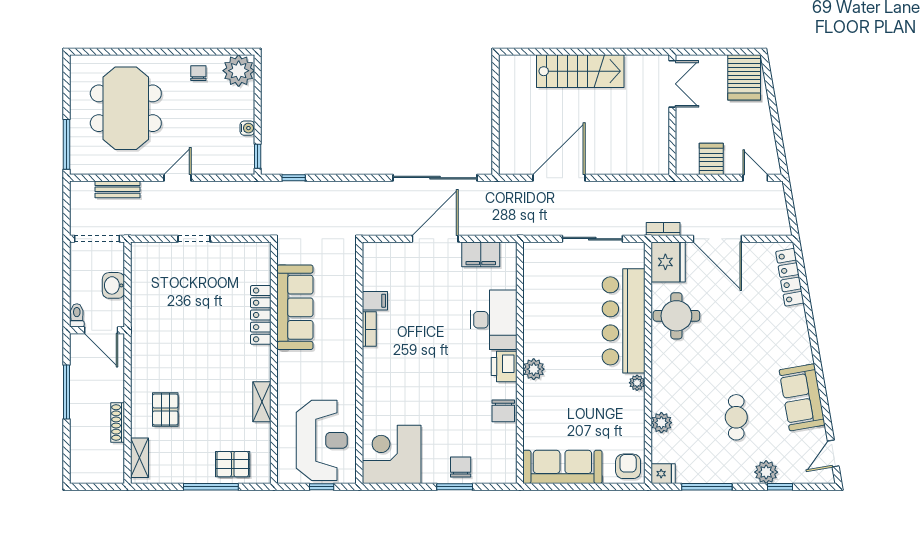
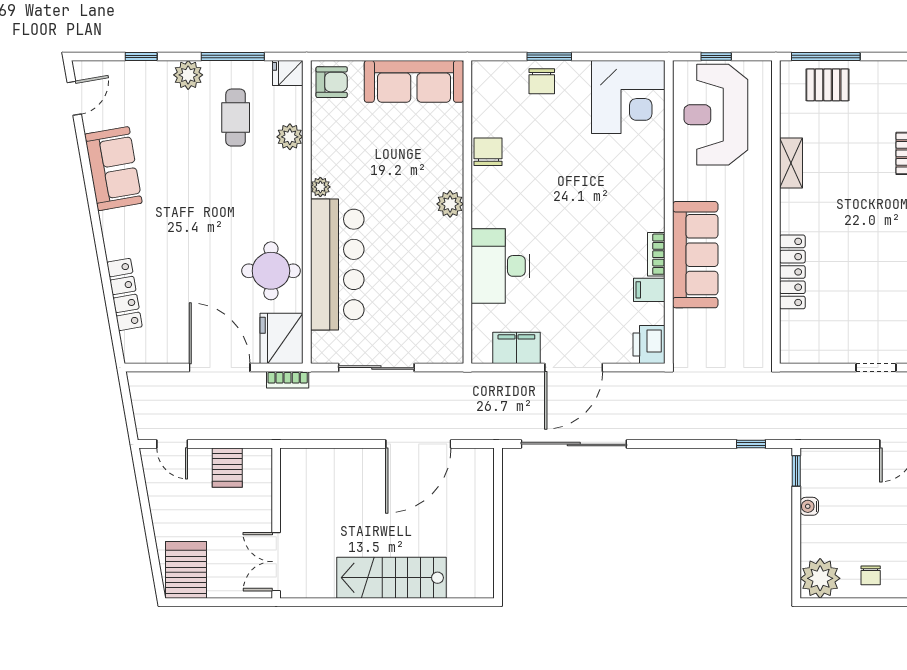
locker: (790, 277) -> (124, 294), moved
sofa: (295, 307) -> (695, 255), moved, turned 180
printer: (504, 366) -> (649, 344), moved, turned 180
cafe table: (736, 417) -> (236, 118), moved
armchair: (628, 466) -> (332, 82), turned -90
plant: (766, 472) -> (188, 75), moved
window: (211, 487) -> (826, 56), moved

